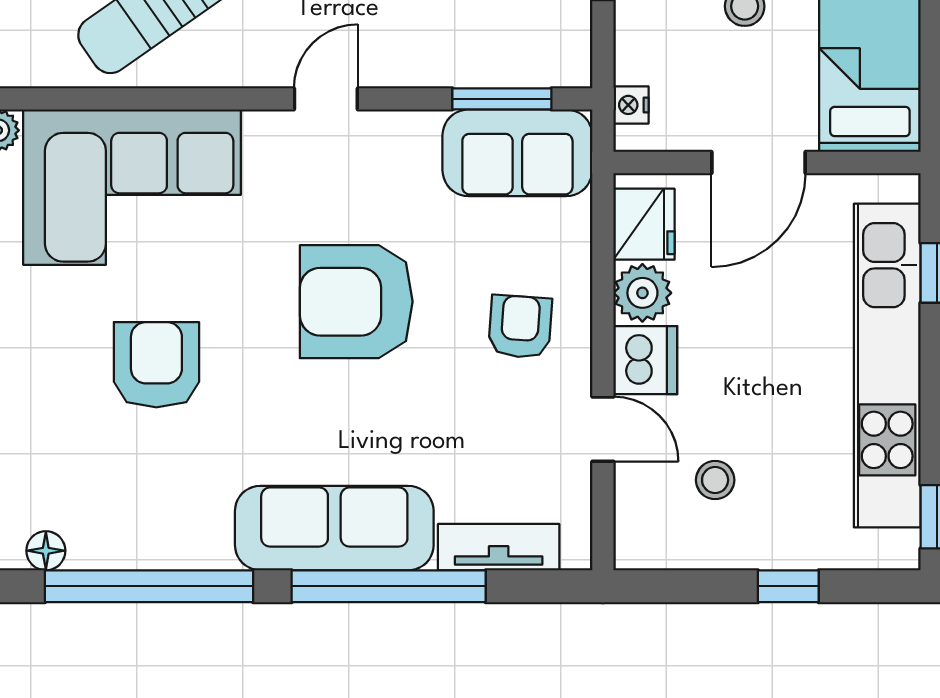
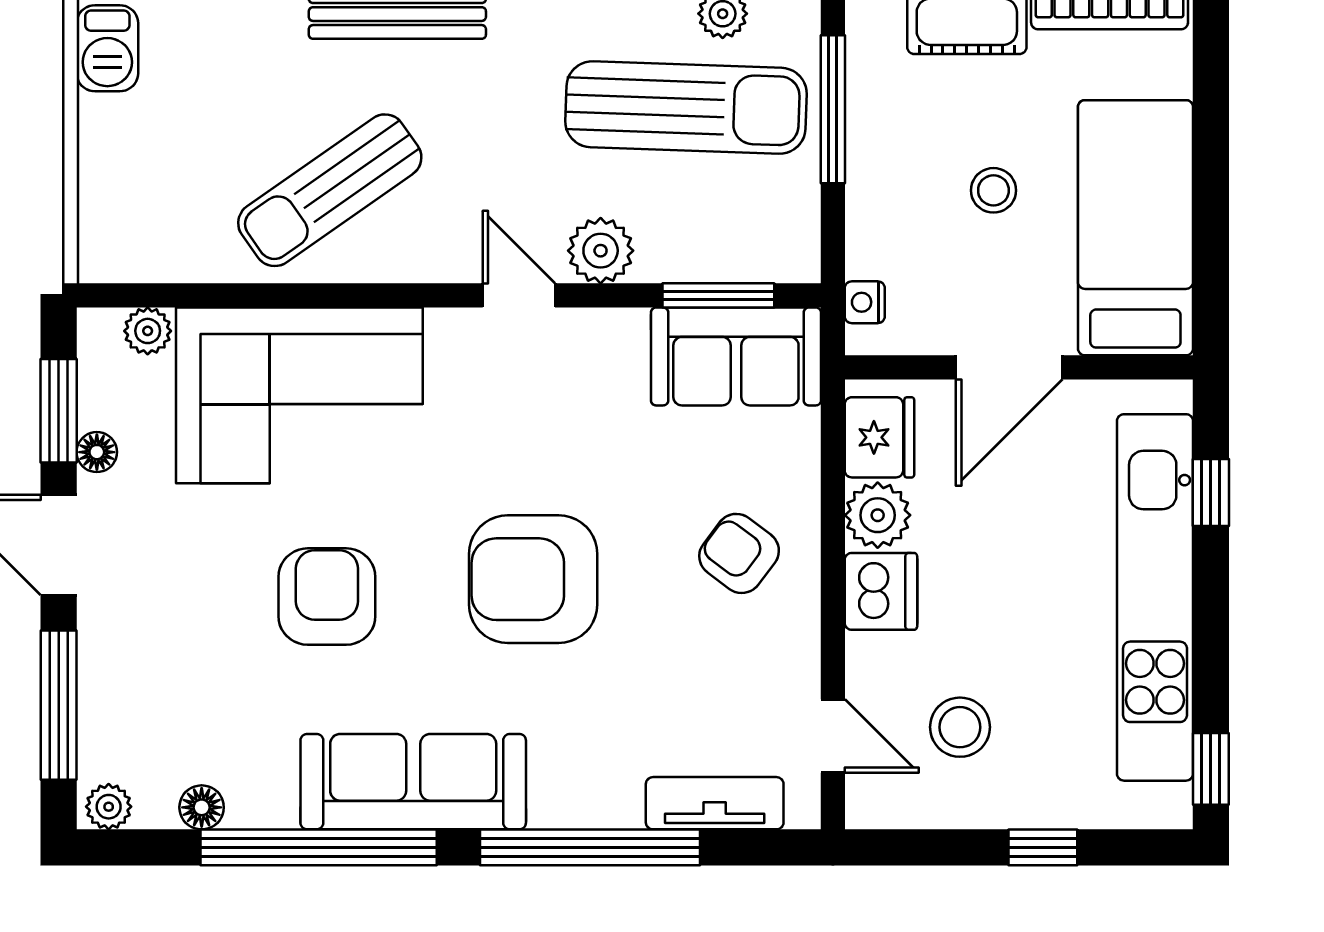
plant: (398, 59) -> (601, 251), added
door: (326, 99) -> (519, 295), hinge flipped
armchair: (356, 302) -> (533, 579), moved
armchair: (520, 327) -> (739, 553), turned -57
door: (603, 429) -> (833, 736), moved
stool: (715, 480) -> (960, 727), width x1.37, depth x1.37
sofa: (334, 528) -> (413, 782), moved

